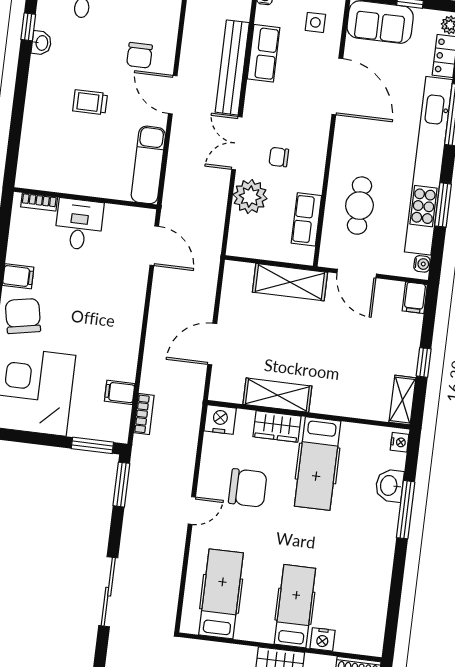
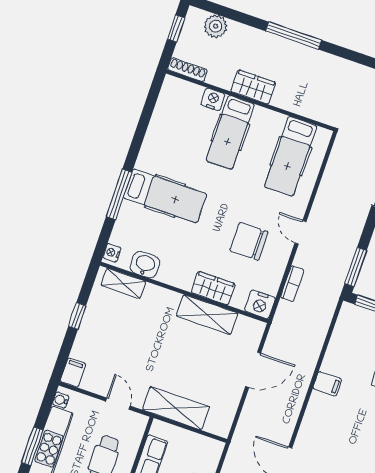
door: (357, 274) -> (118, 404), width x0.73
filing cabinet: (120, 392) -> (327, 384), moved
shelving: (402, 400) -> (123, 283), moved, turned 90
bookcase: (144, 414) -> (292, 284), moved, turned 180
hospital bed: (318, 464) -> (165, 196), moved, turned 90
washbasin: (389, 486) -> (145, 265), moved, turned -90
door: (192, 511) -> (301, 232), hinge flipped

